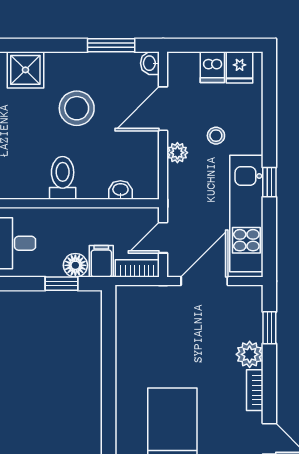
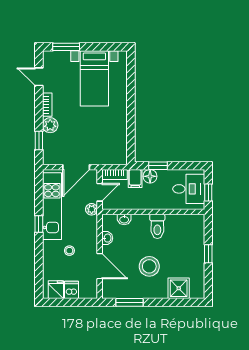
washbasin: (150, 63) -> (107, 238), moved
door: (163, 109) -> (100, 266), hinge flipped
plant: (177, 153) -> (92, 209), moved

